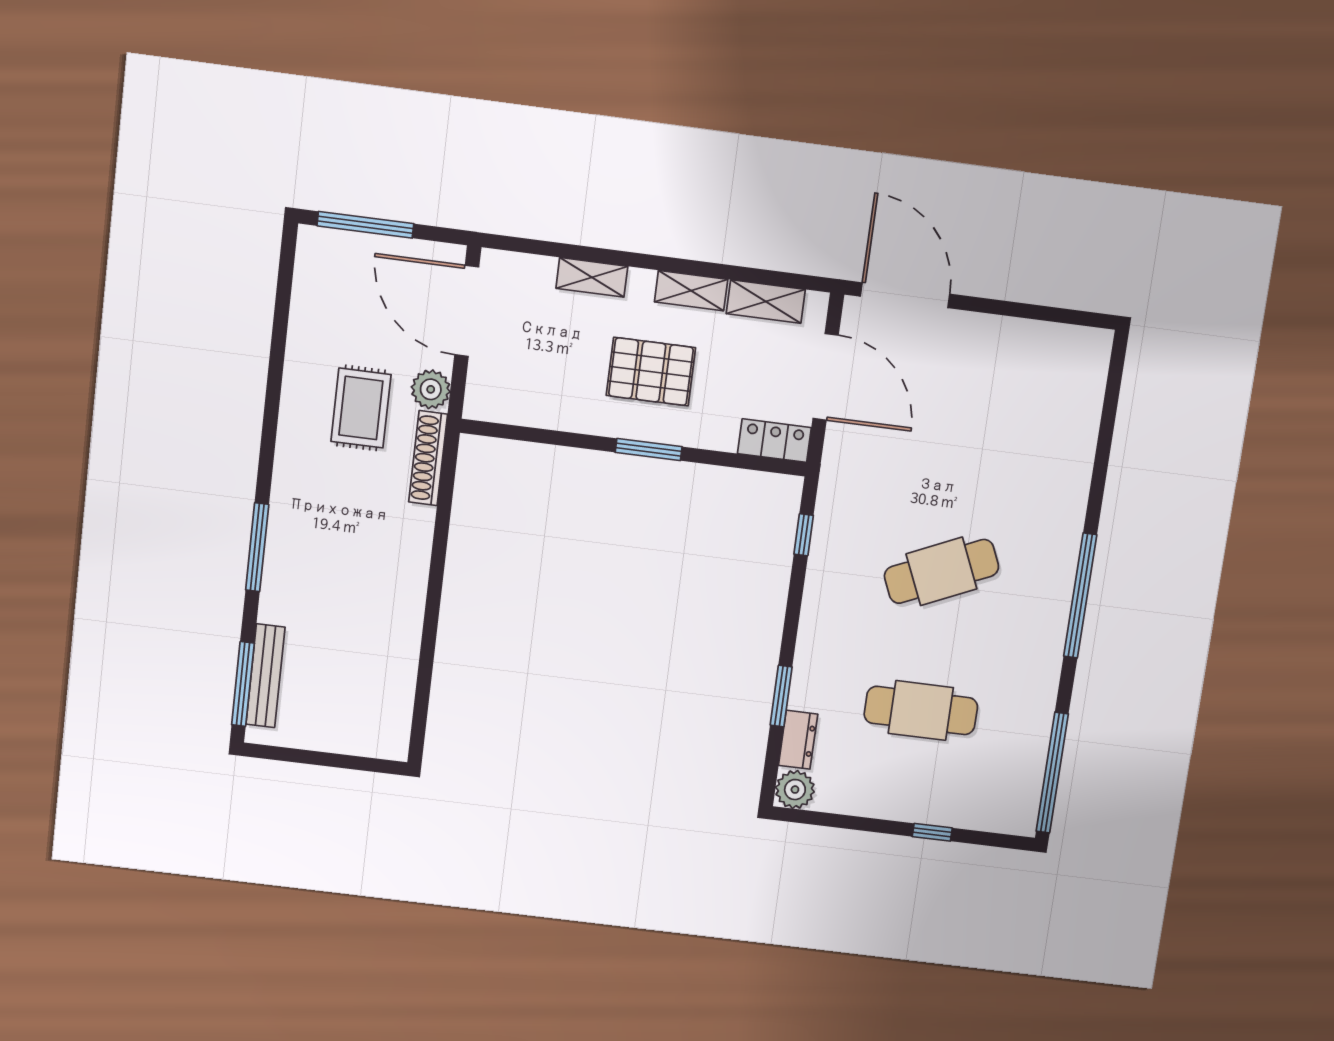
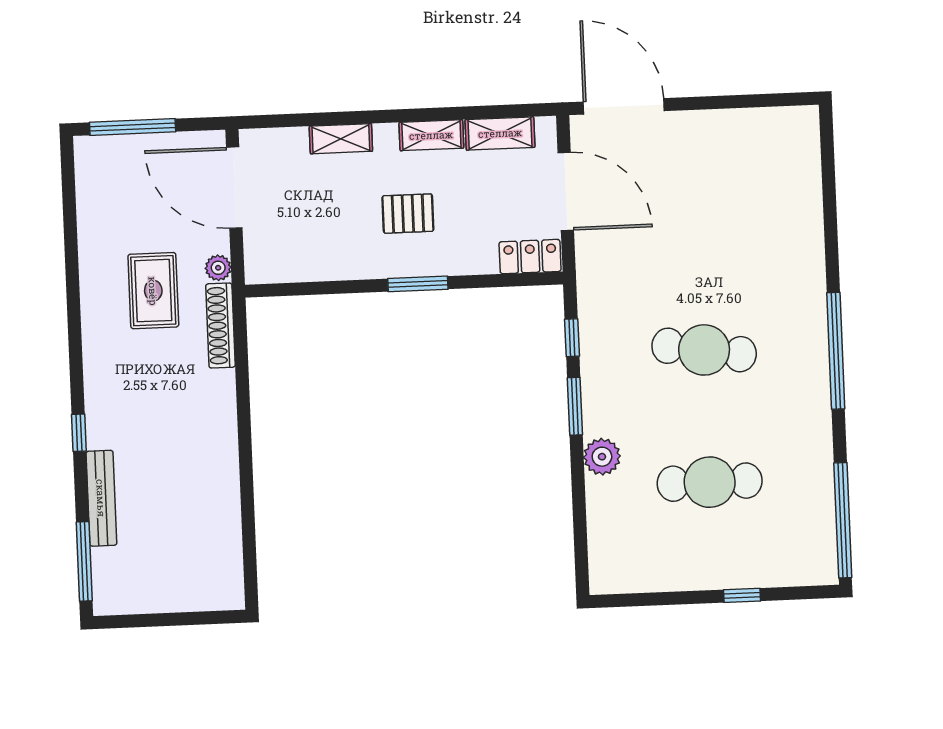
pallet: (651, 372) -> (408, 214), width x0.67, depth x0.71
plant: (431, 389) -> (218, 268), width x0.73, depth x0.73
window: (257, 547) -> (79, 433), width x0.46
cafe table: (941, 571) -> (704, 350), turned 33
bench: (265, 676) -> (101, 498), moved
window: (781, 696) -> (575, 406), moved
dresser: (798, 740) -> (601, 529), removed
plant: (795, 790) -> (602, 457), moved

